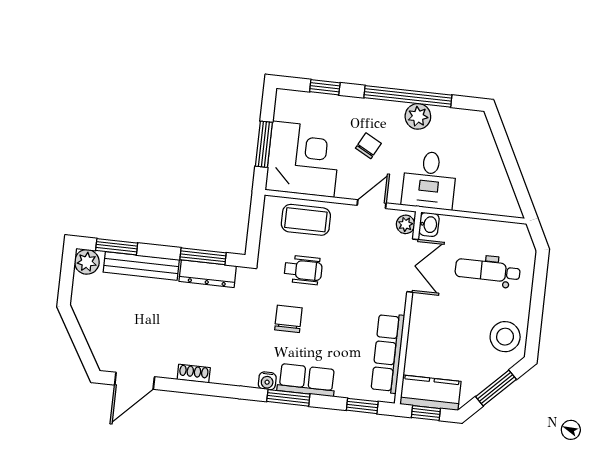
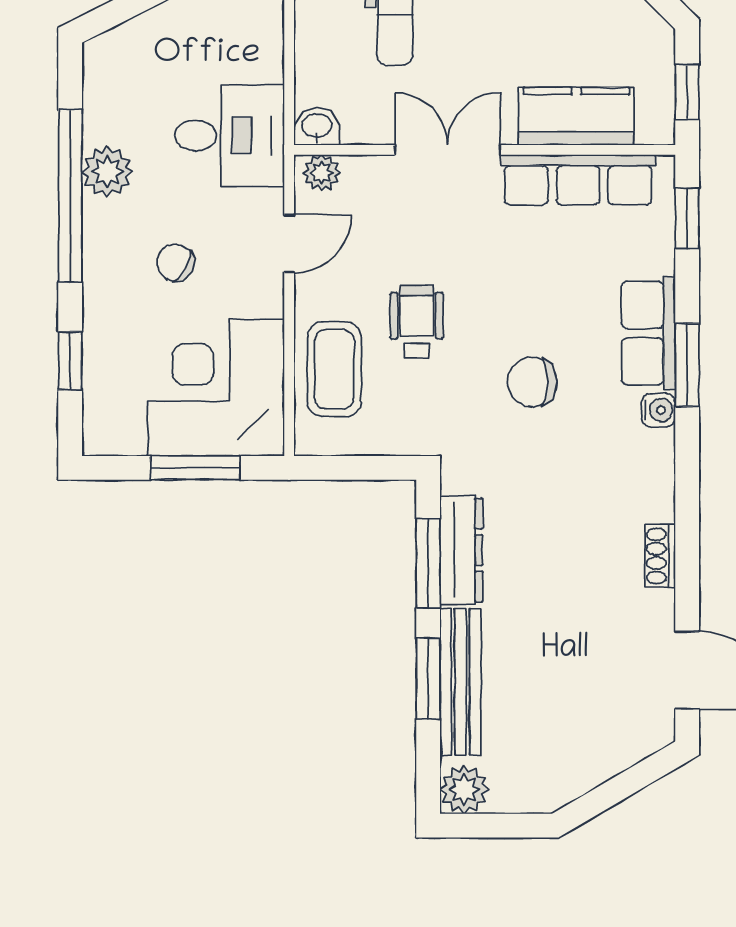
door: (372, 204) -> (289, 244), swing flipped
window: (117, 247) -> (428, 679), moved
double door: (413, 266) -> (448, 150), moved
wheelchair: (303, 270) -> (417, 322), moved
kitchen counter: (430, 393) -> (576, 116), moved, turned 90

